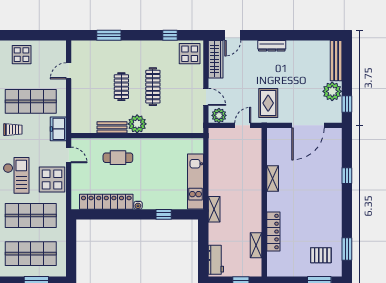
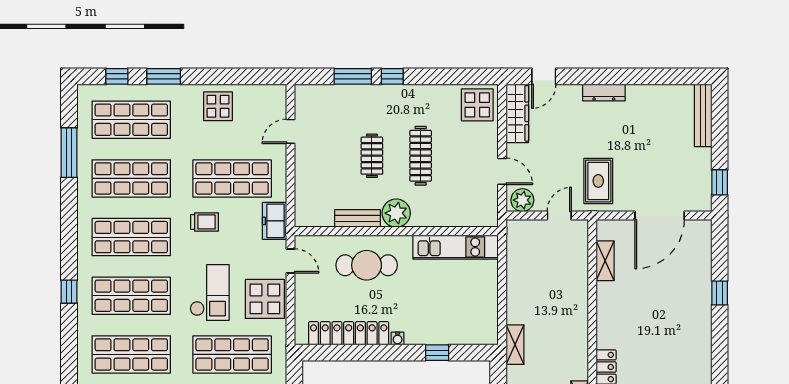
window: (170, 35) -> (392, 76), moved
plant: (332, 91) -> (697, 163), removed
cafe table: (118, 158) -> (367, 265), width x1.37, depth x1.35
shelving: (273, 178) -> (605, 261), moved
kitchen unit: (195, 181) -> (456, 247), moved, turned -90

